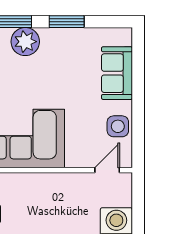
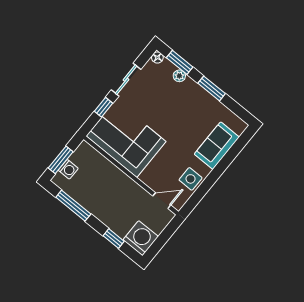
plant: (25, 42) -> (179, 76), width x0.53, depth x0.53

